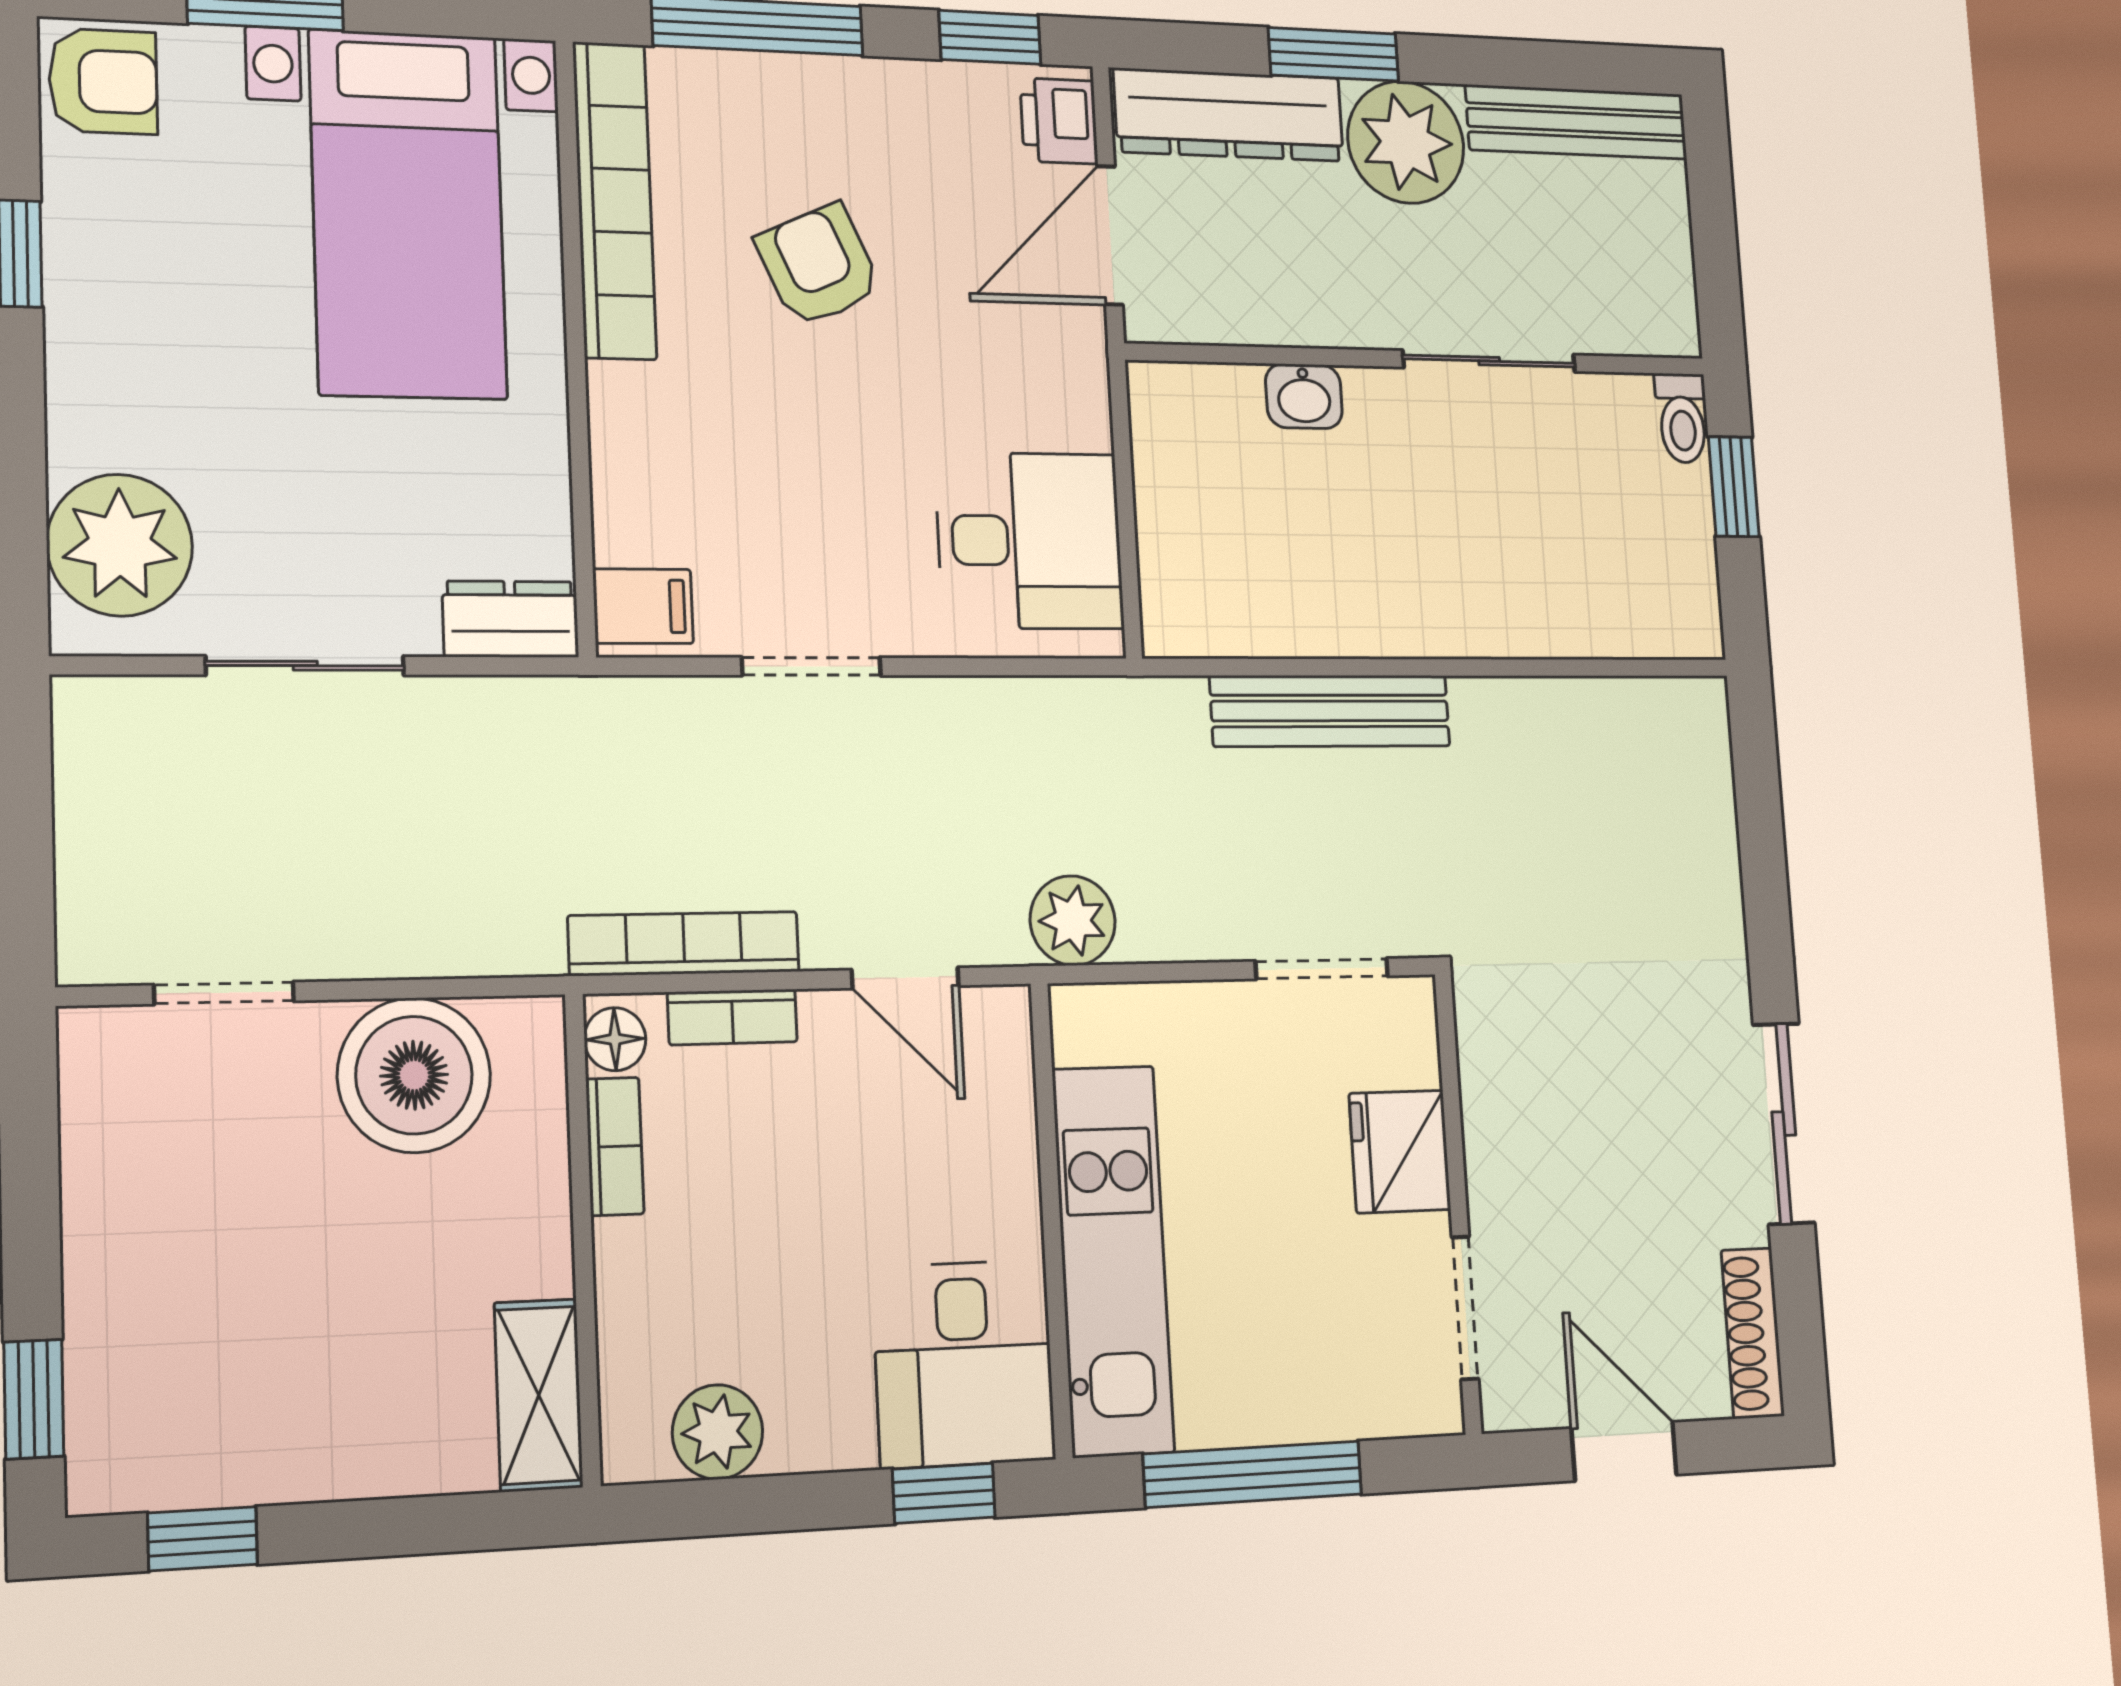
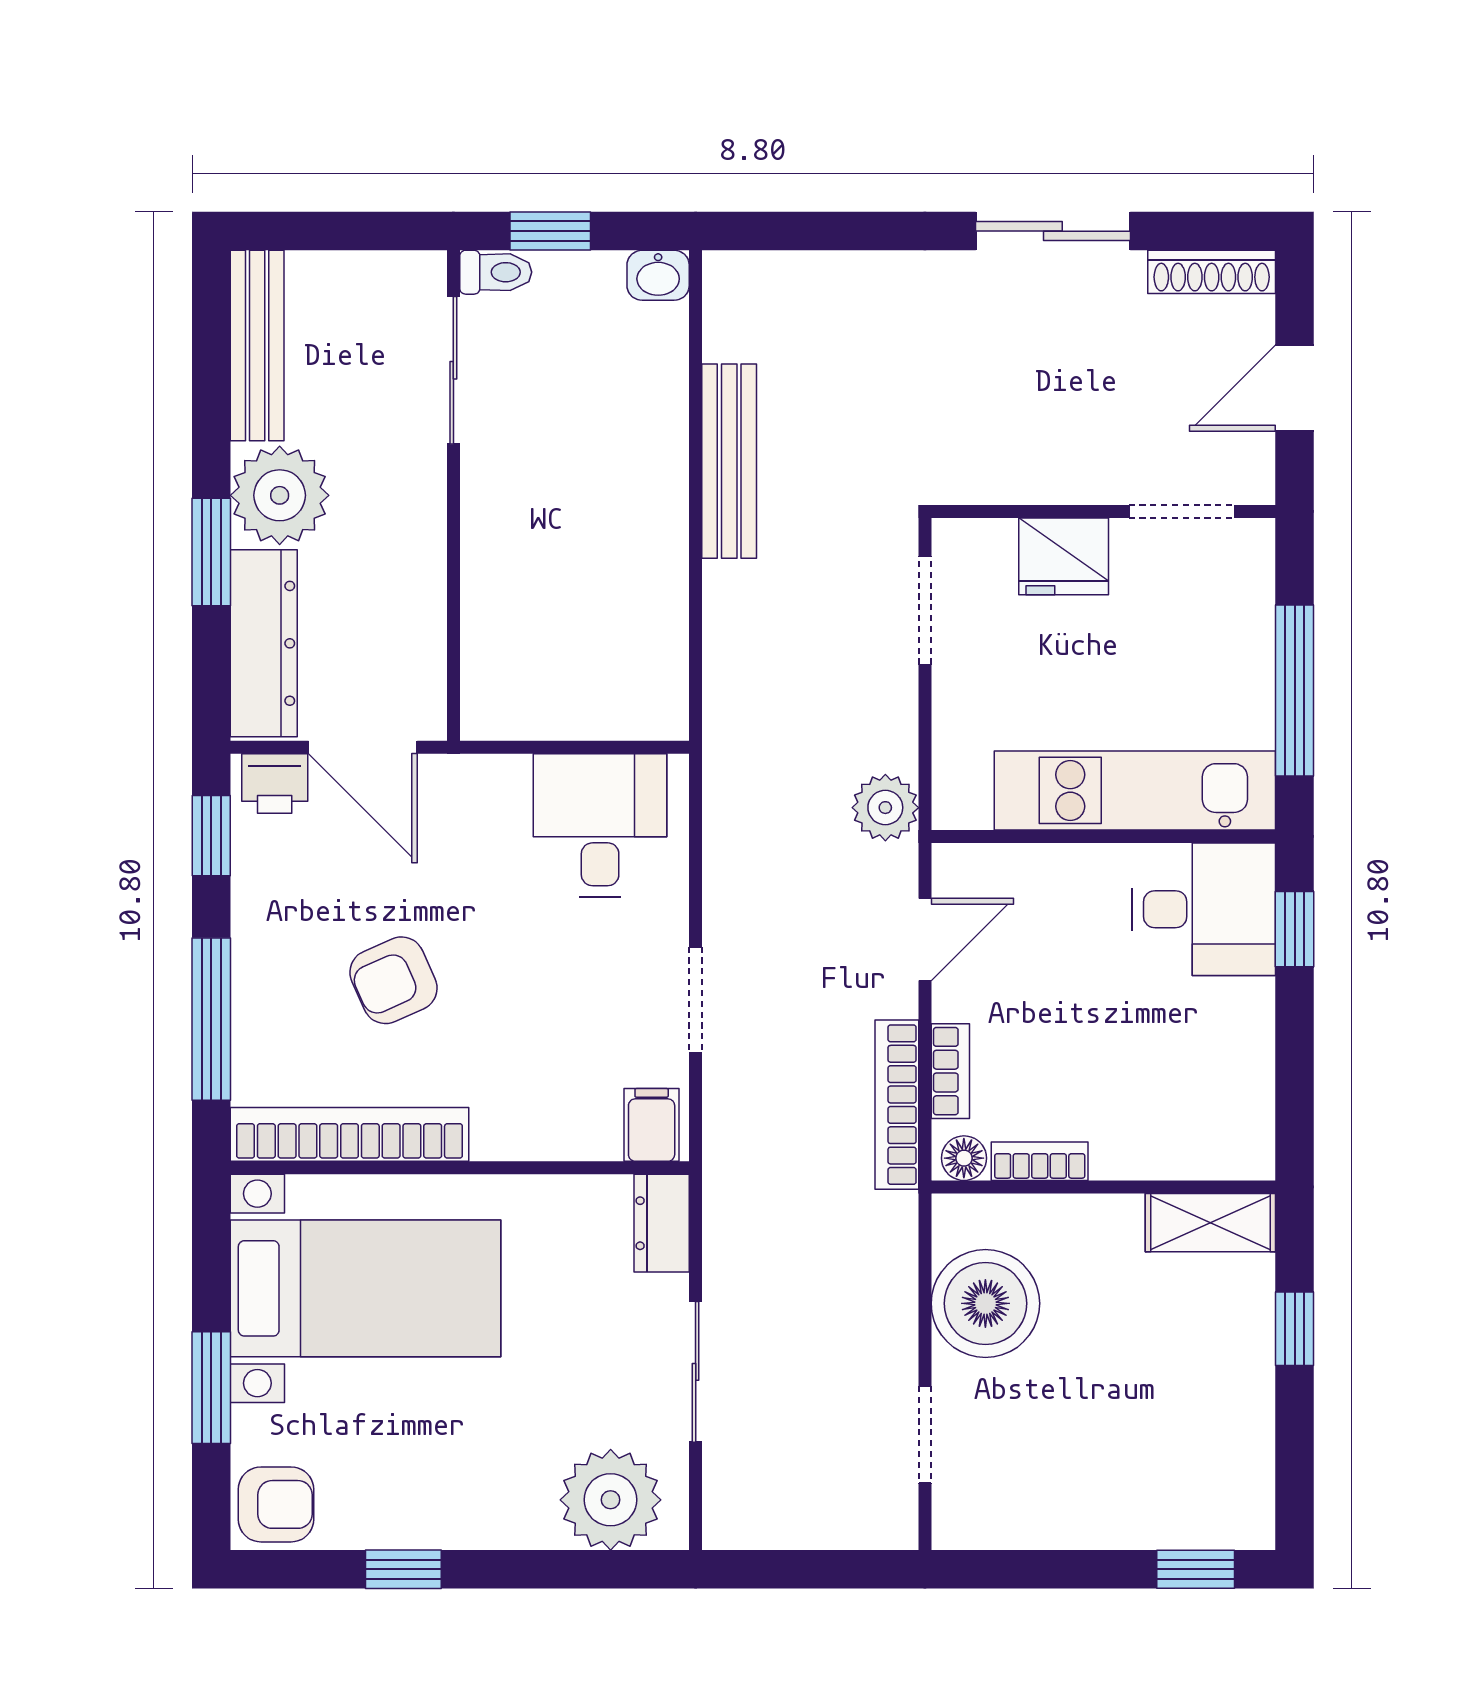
armchair: (103, 81) -> (276, 1504), turned 90
sliding door: (1489, 361) -> (453, 370), moved
washbasin: (1304, 396) -> (658, 275), moved, turned 90
bench: (1330, 711) -> (729, 461), moved
plant: (718, 1432) -> (1243, 1095), removed
window: (203, 1539) -> (1295, 1329), moved

